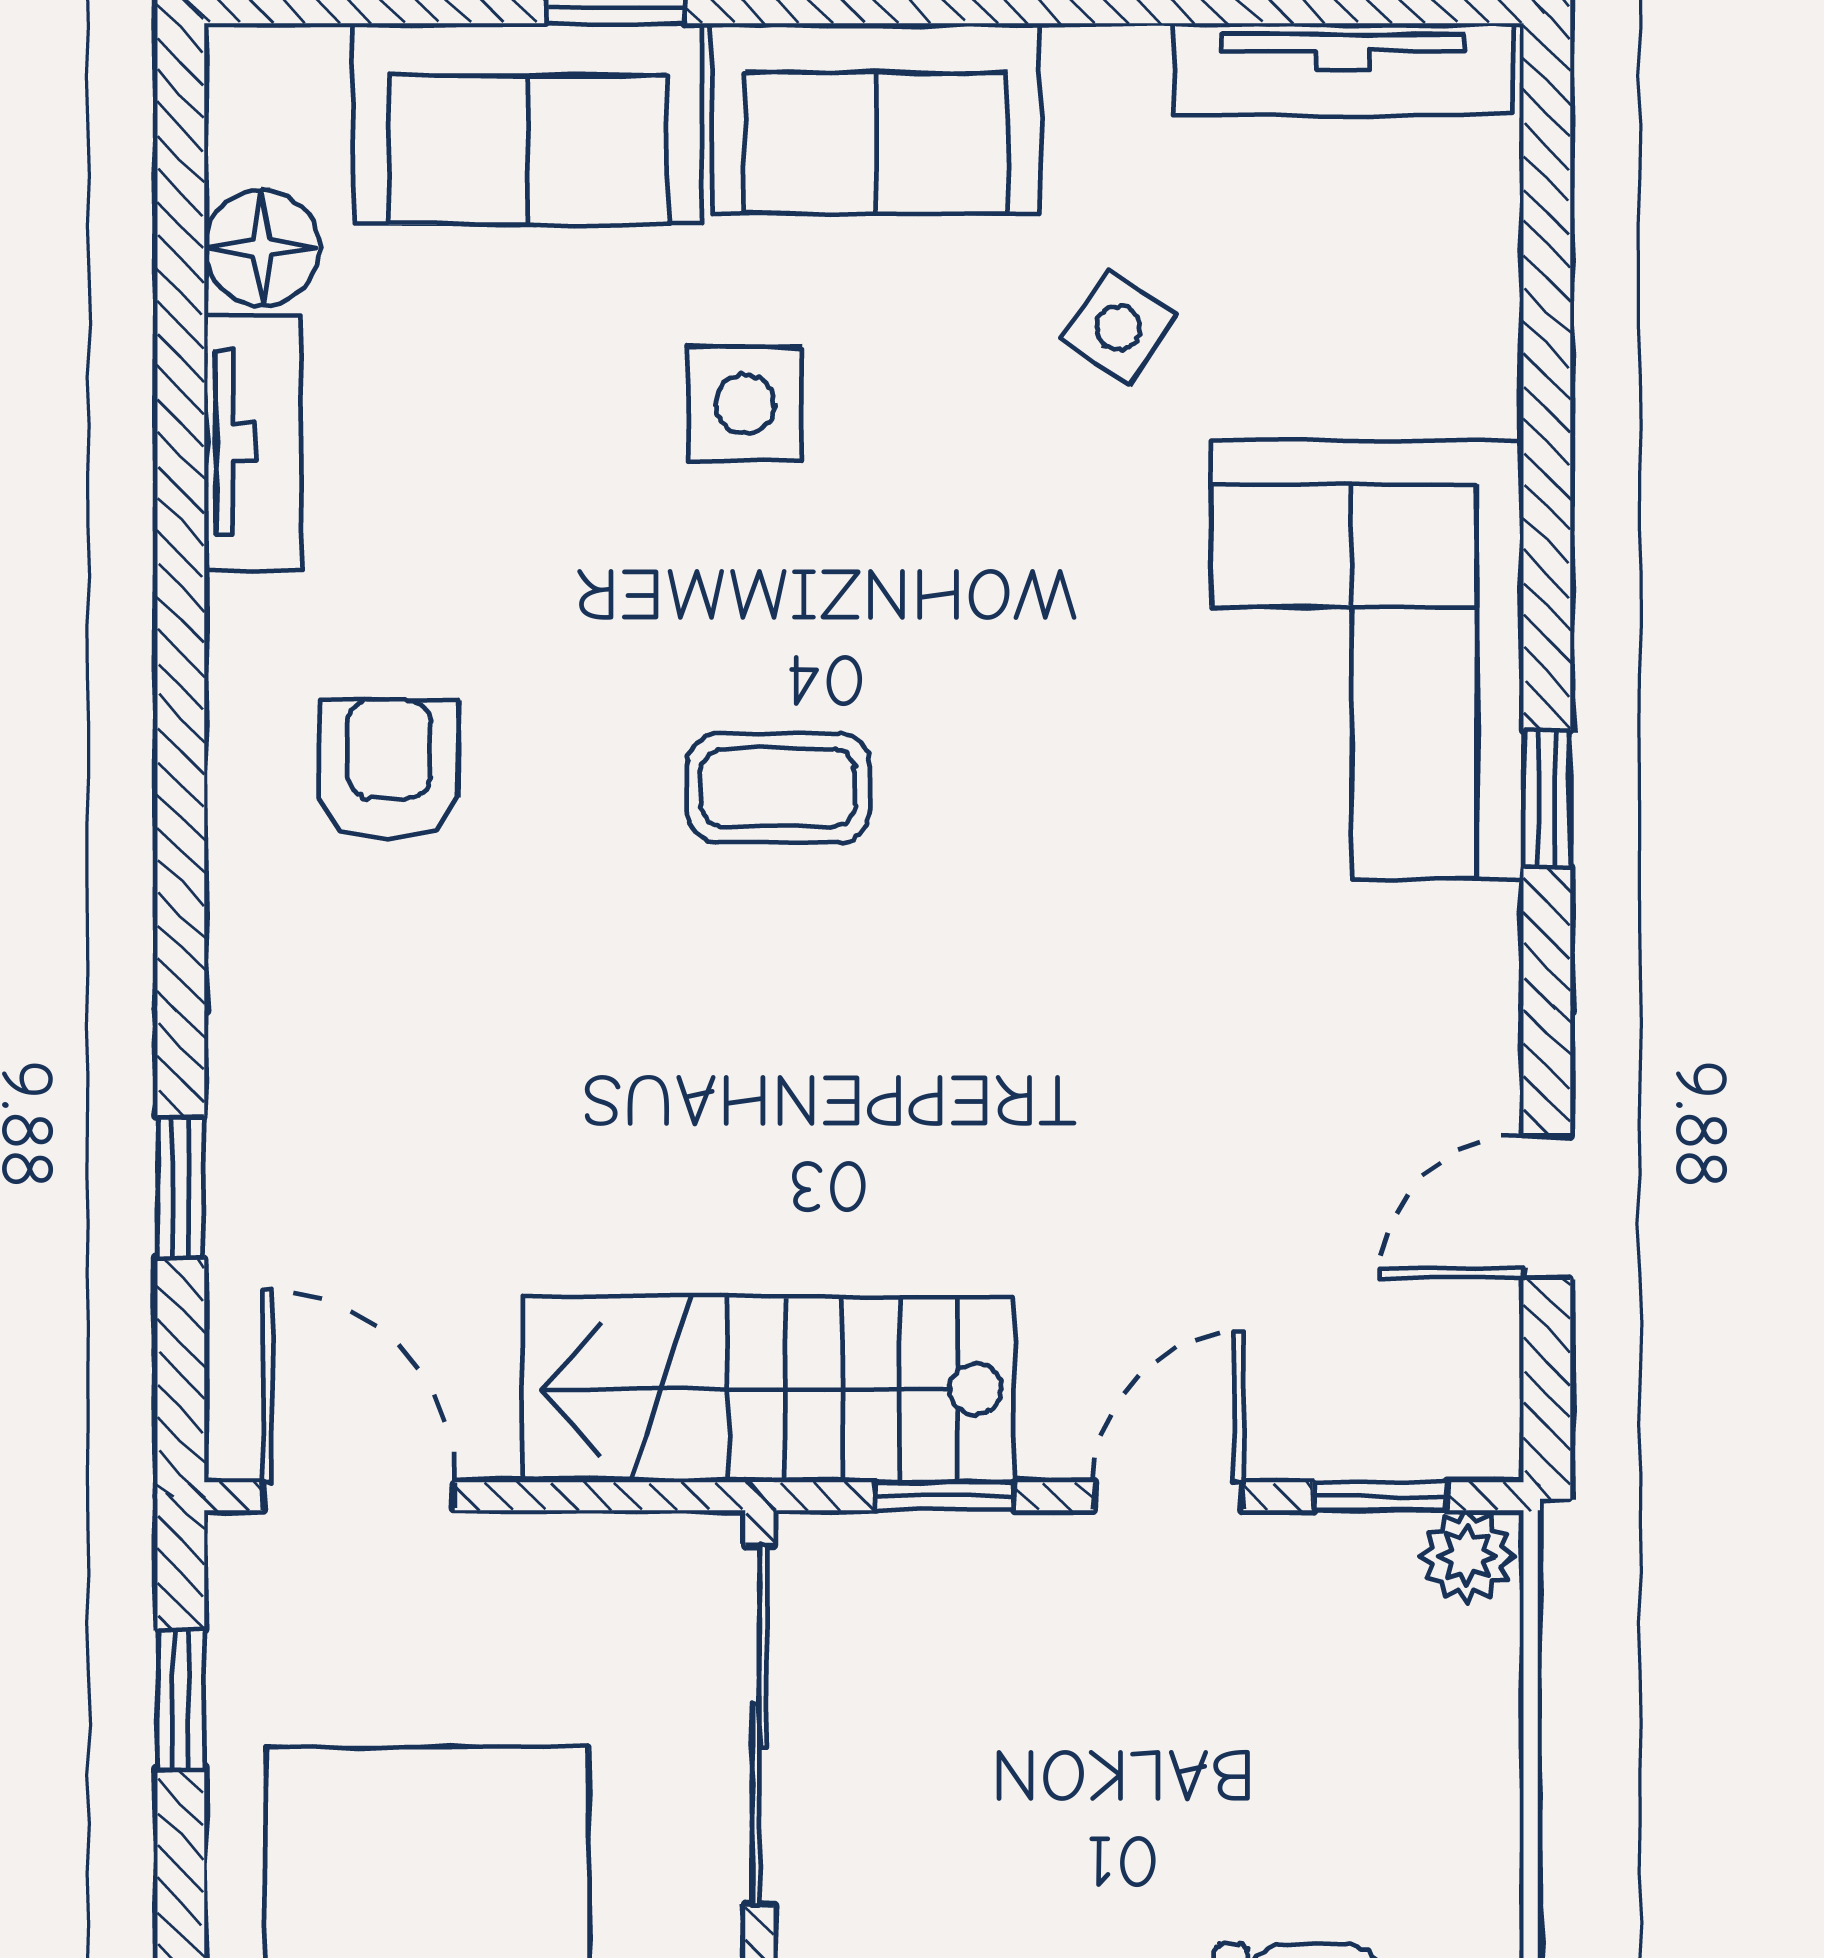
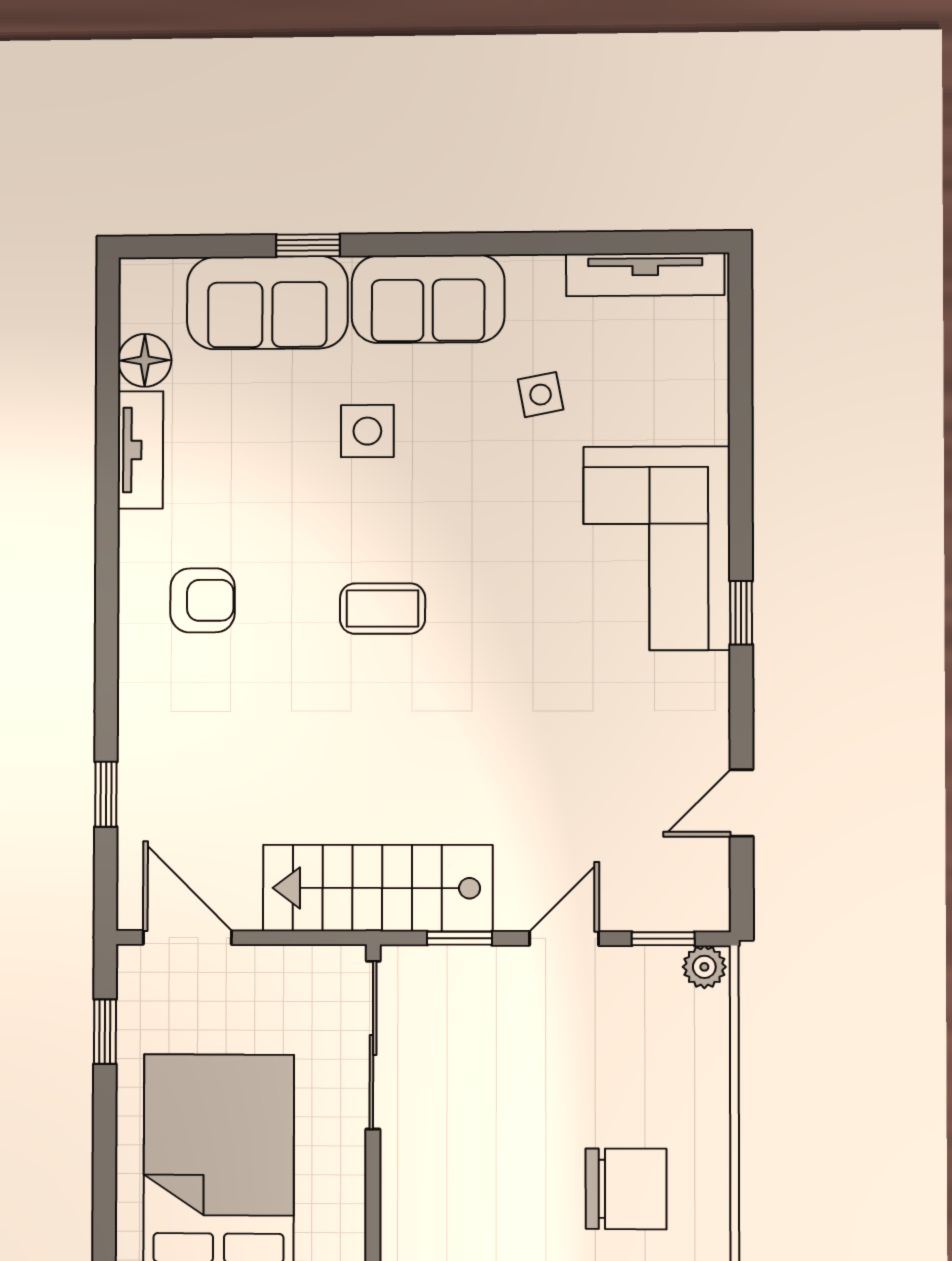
side table: (1118, 327) -> (541, 395), turned 45
armchair: (389, 769) -> (203, 600), turned 90

